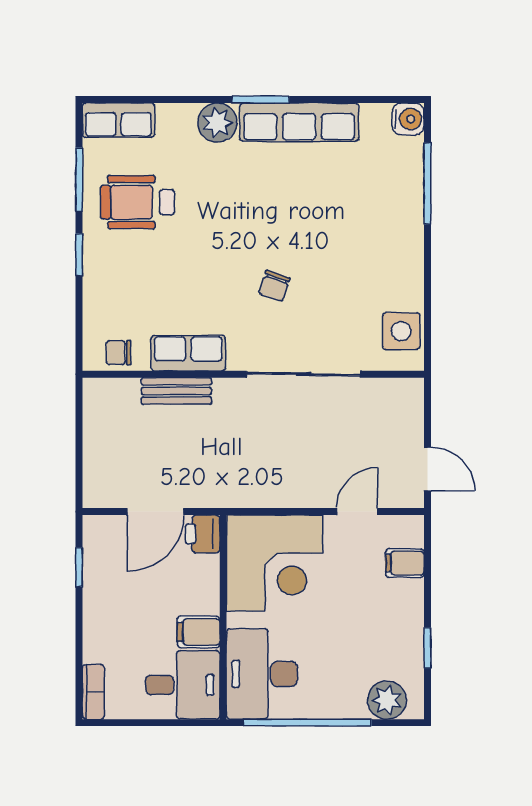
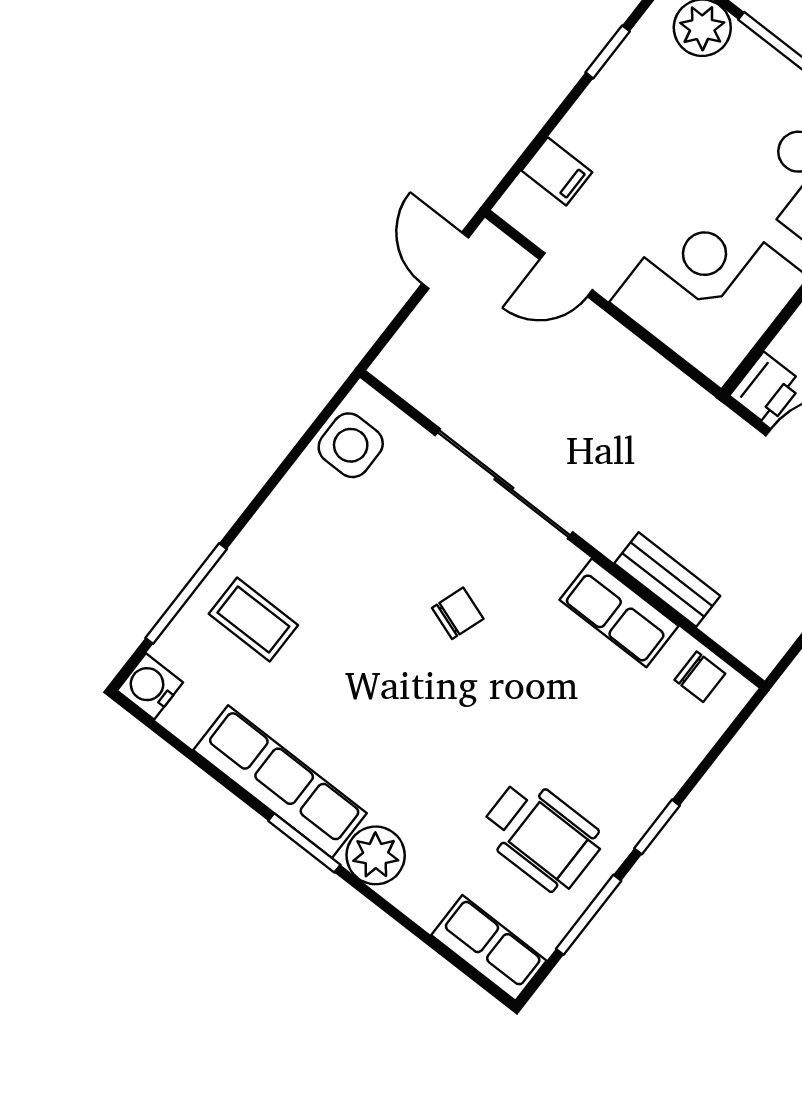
coffee table: (381, 198) -> (253, 620), added

